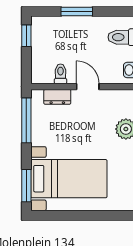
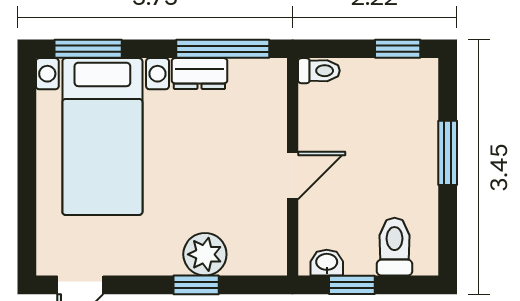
toilet: (61, 74) -> (319, 71), moved
dresser: (57, 97) -> (199, 74), moved, turned -90

